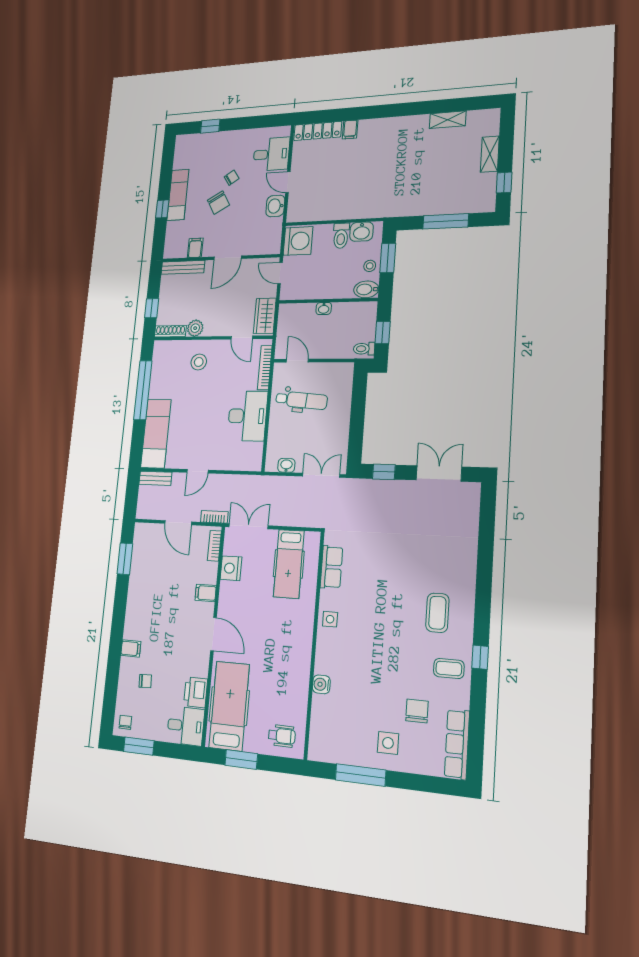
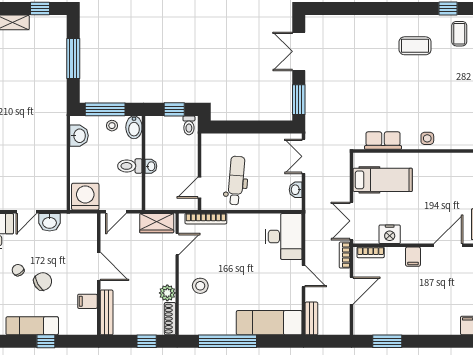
toilet: (341, 236) -> (130, 166), moved, turned 180
window: (388, 258) -> (105, 109), width x1.44
desk: (247, 416) -> (284, 236), moved, turned 90
window: (384, 472) -> (299, 100), width x1.50

